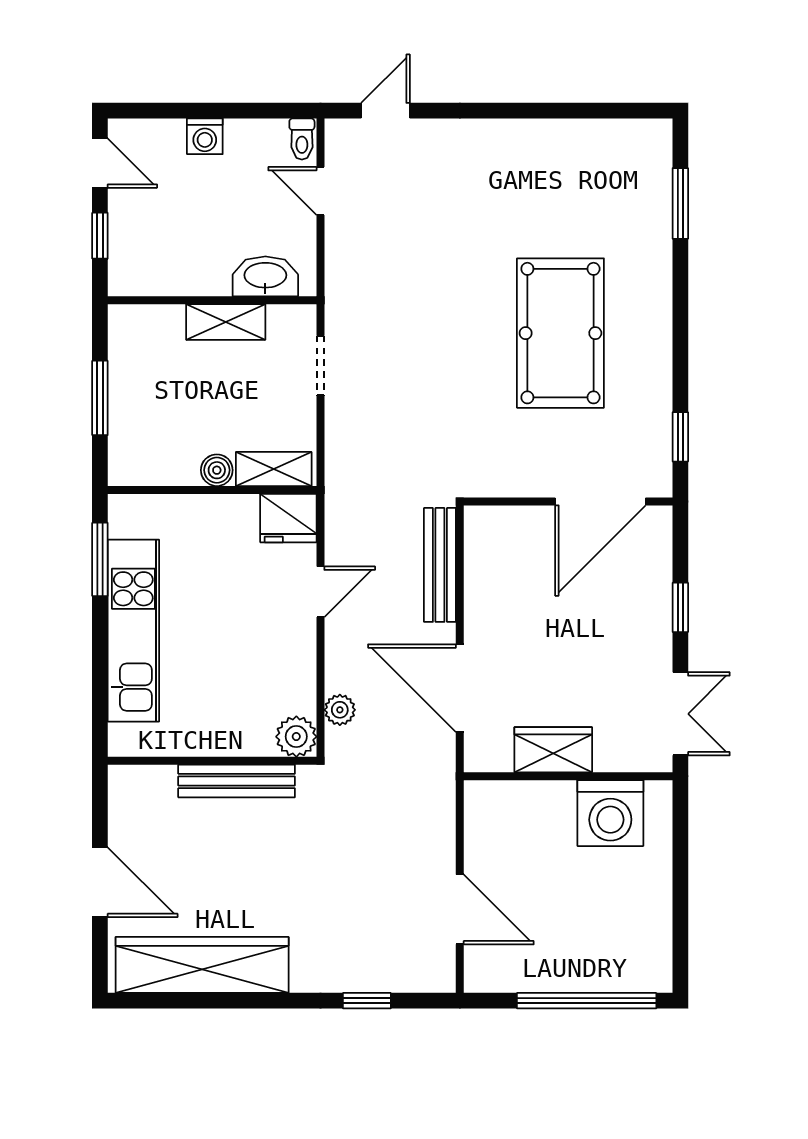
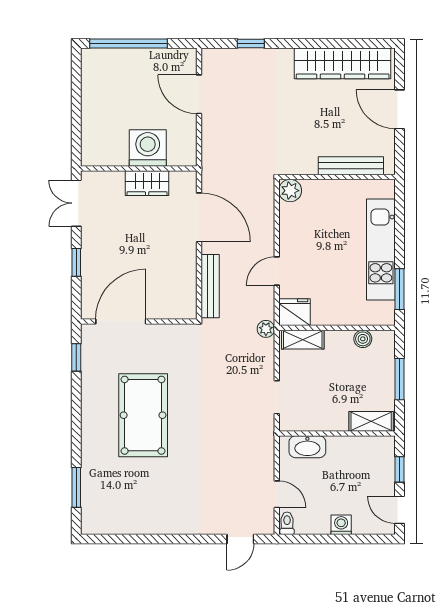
shelving: (226, 322) -> (371, 421), moved
boiler: (217, 470) -> (363, 339), moved
plant: (340, 710) -> (266, 329), moved
bench: (237, 781) -> (351, 166), moved
washing machine: (610, 813) -> (148, 148), moved

